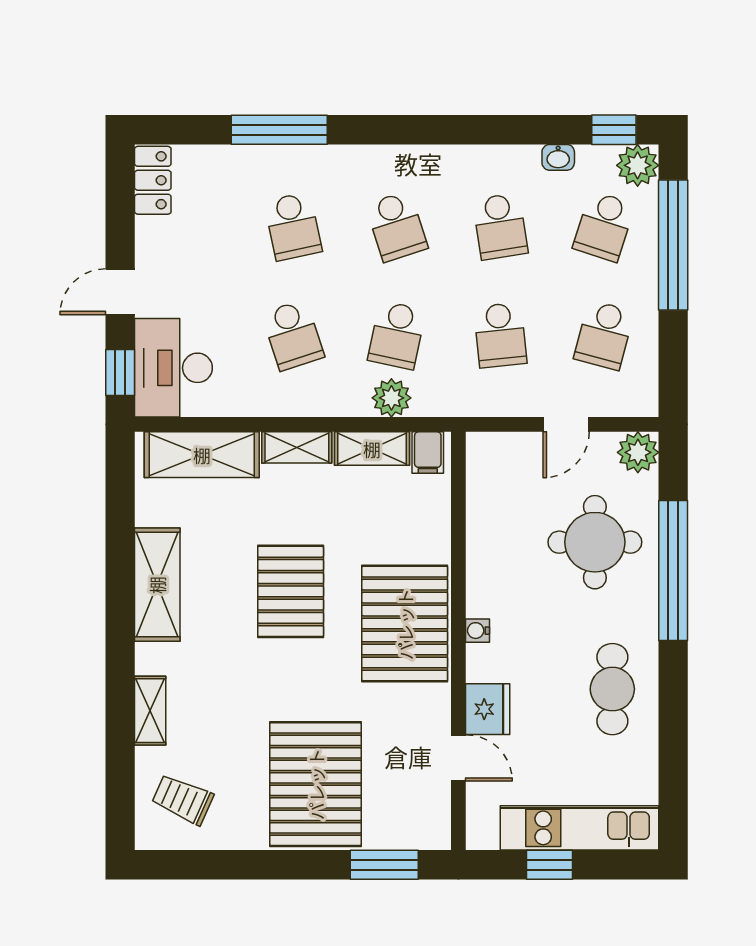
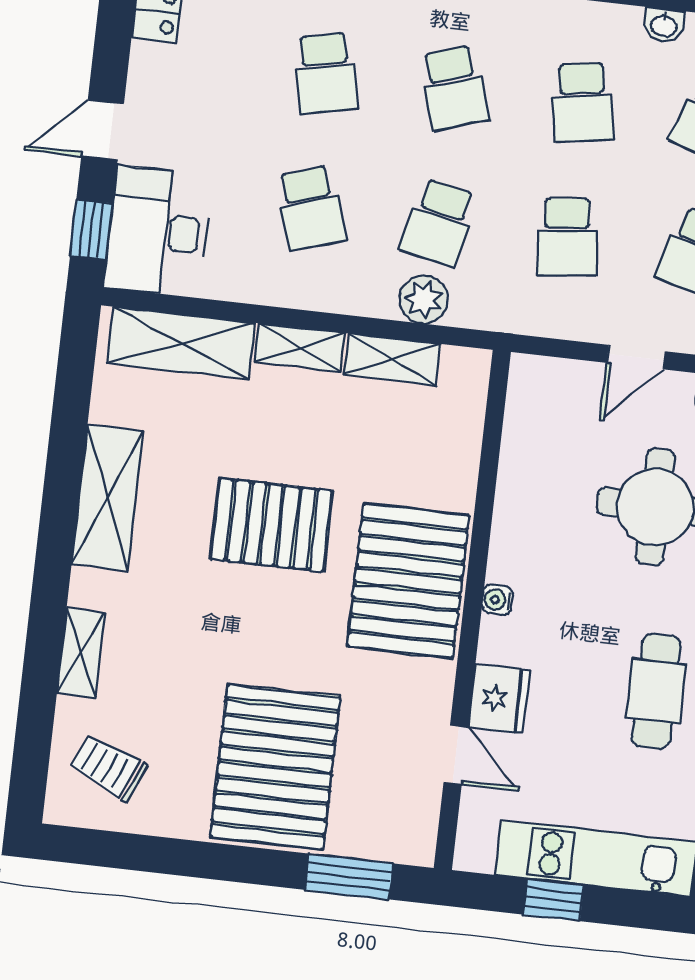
filing cabinet: (428, 453) -> (461, 372), removed
pallet: (291, 591) -> (271, 525), turned 90

